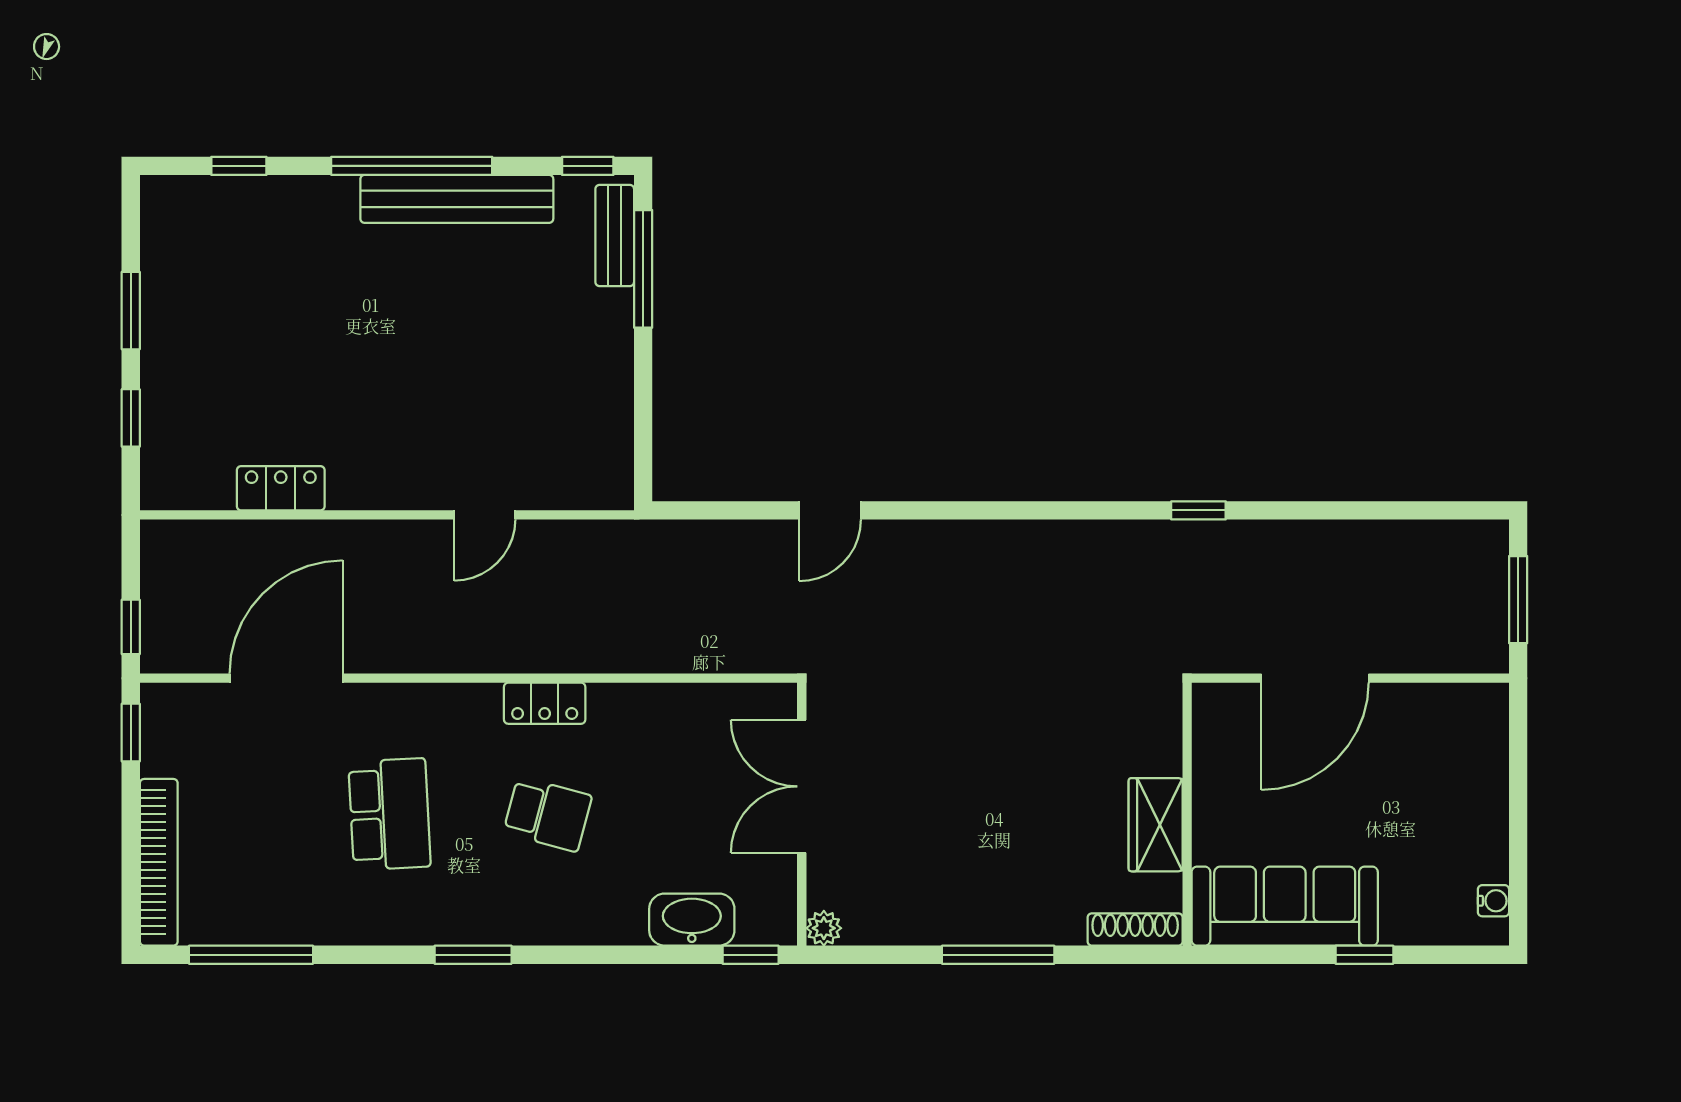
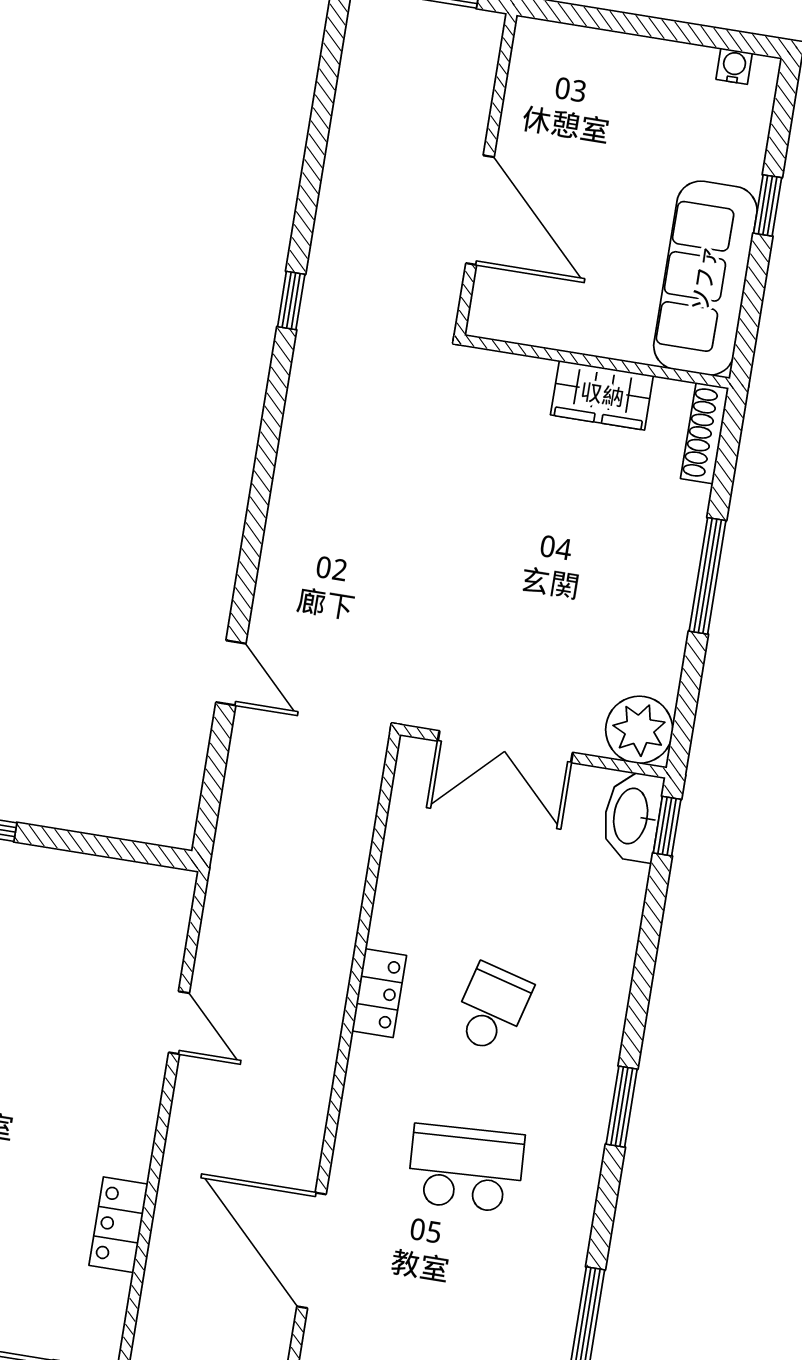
washbasin: (692, 920) -> (632, 816), moved
plant: (824, 928) -> (639, 730), width x1.87, depth x1.87

